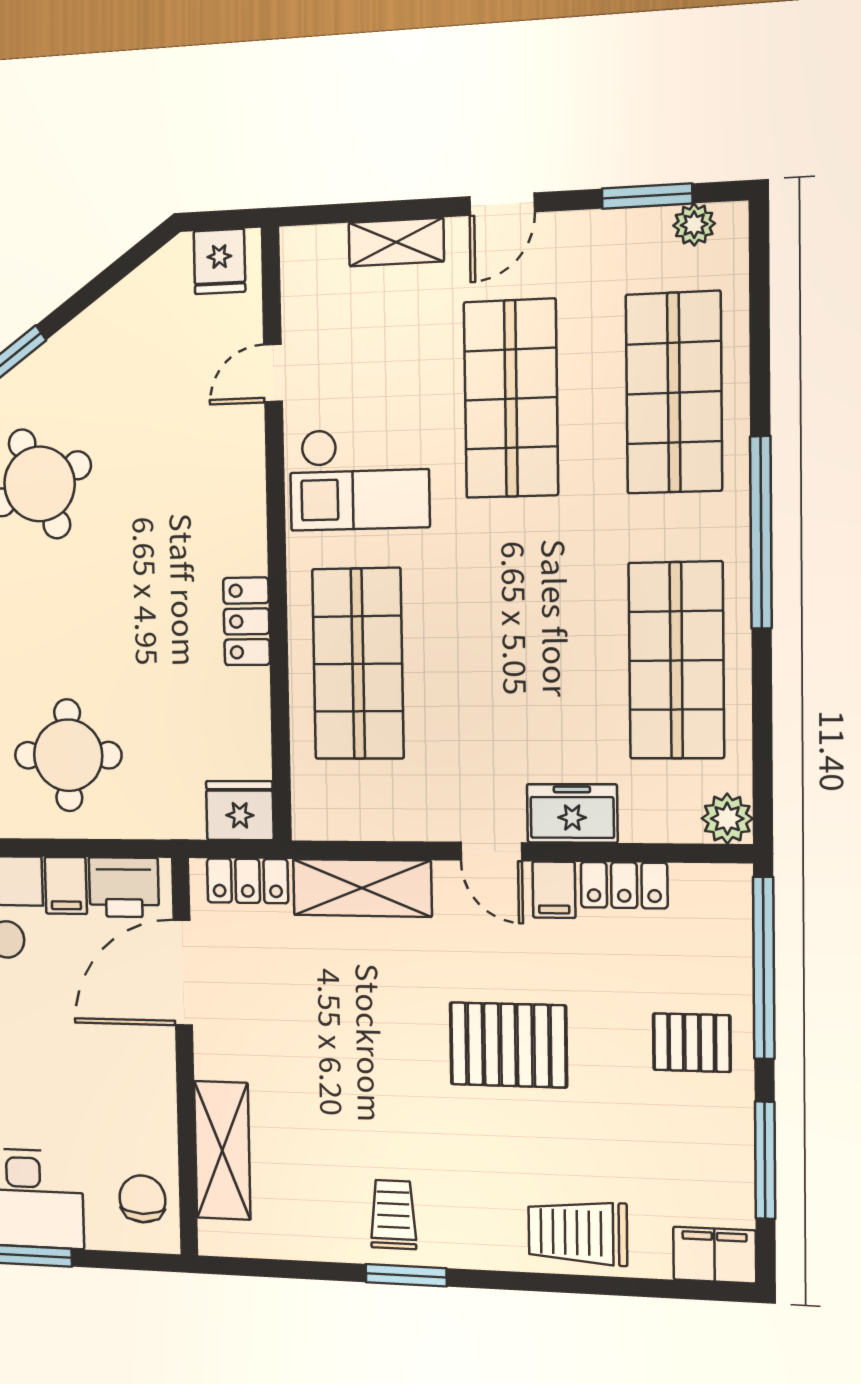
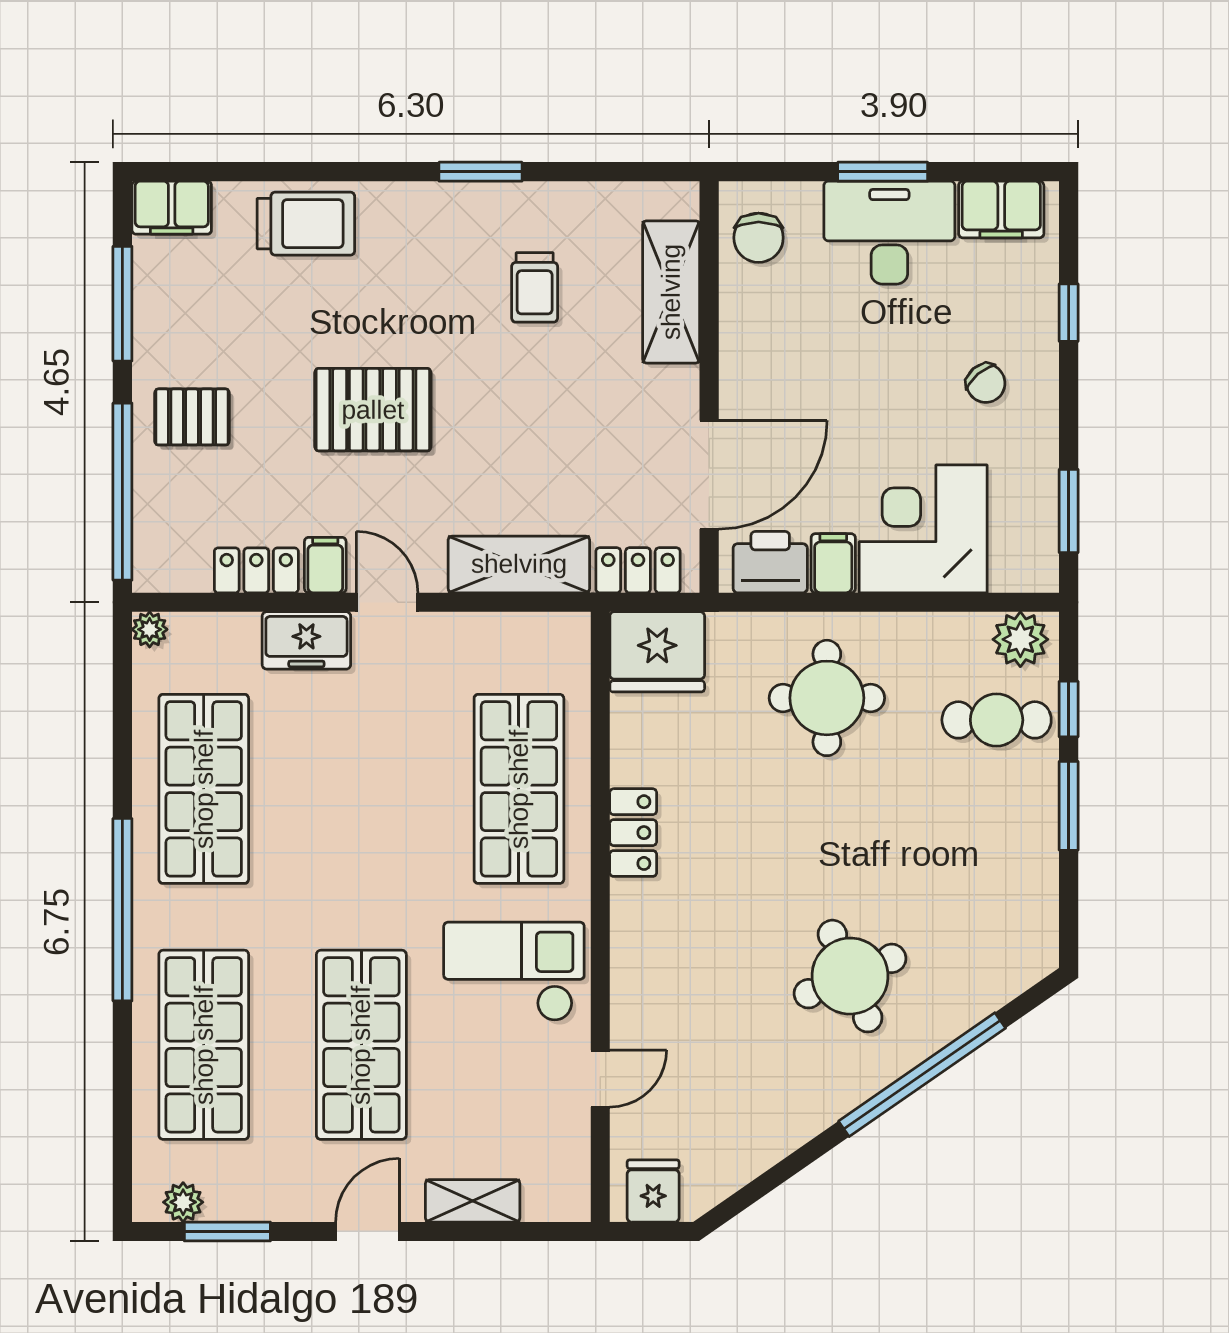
fridge: (240, 811) -> (657, 652), width x1.36, depth x1.34
plant: (727, 819) -> (150, 629), width x0.73, depth x0.73
trolley: (393, 1215) -> (535, 287), moved

